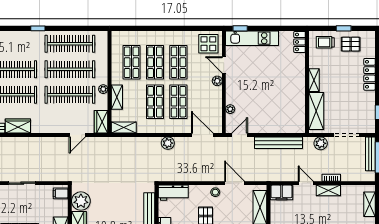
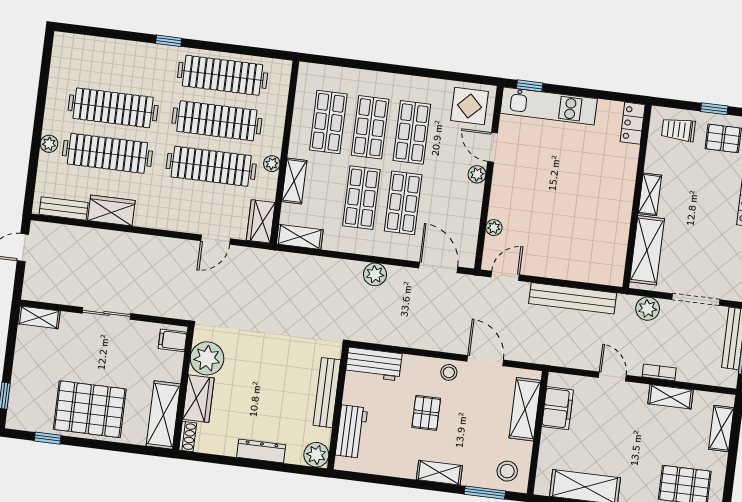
shelving: (328, 190) -> (670, 397), moved
filing cabinet: (282, 192) -> (558, 408), moved, turned -90

